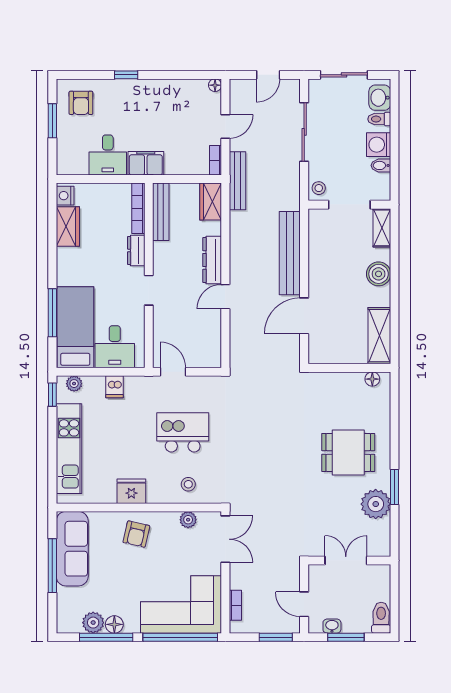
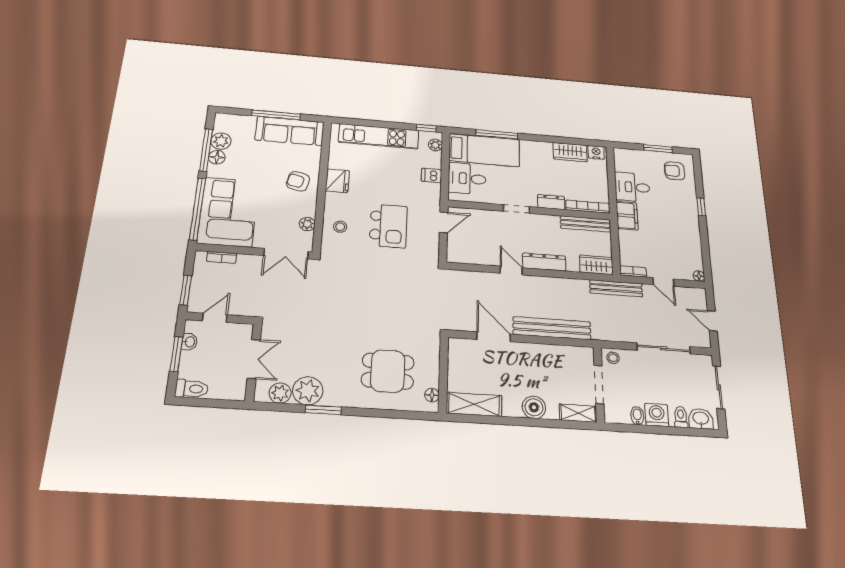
dining table: (348, 452) -> (388, 371), moved, turned 90
plant: (380, 531) -> (280, 393), added

